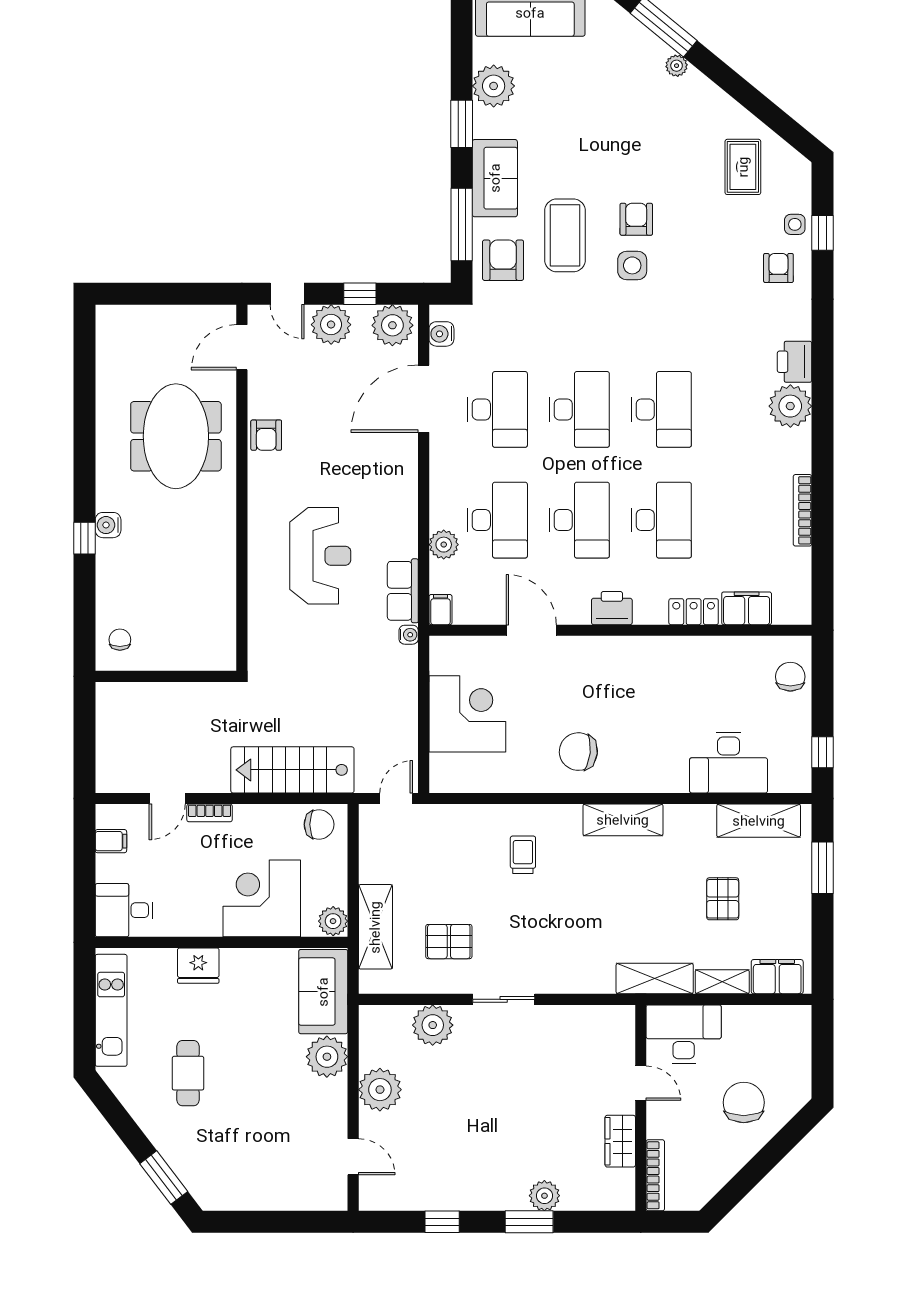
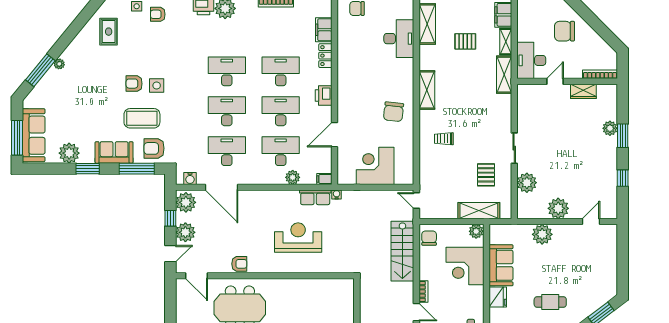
rug: (743, 167) -> (109, 32), turned 90
sofa: (323, 992) -> (501, 265), moved, turned -90

